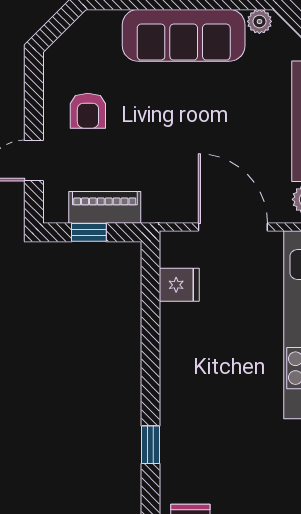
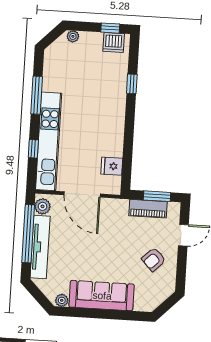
armchair: (88, 111) -> (154, 259), turned -134
window: (89, 232) -> (157, 196), width x1.50

